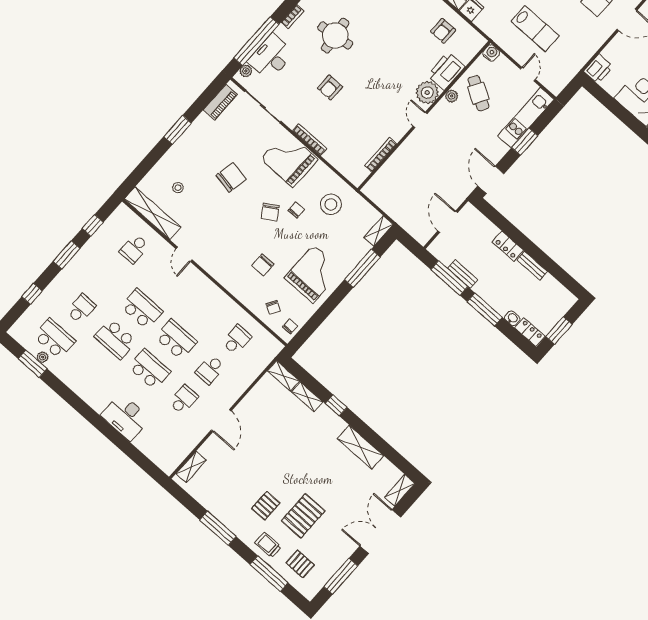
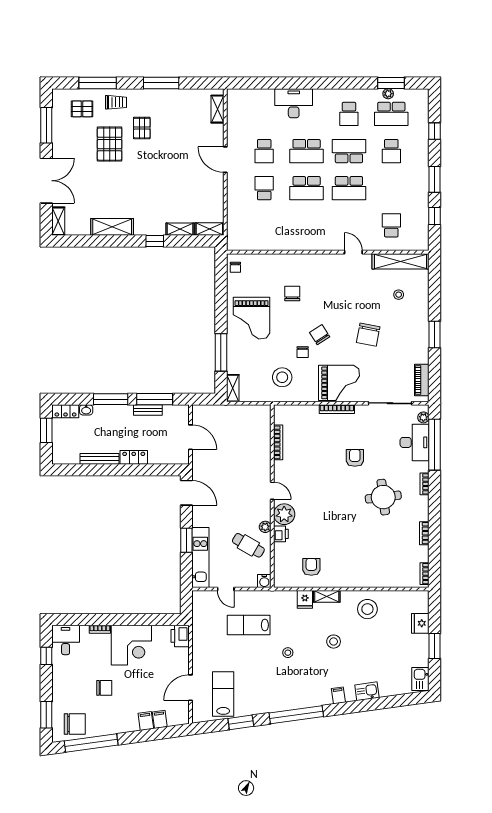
printer: (446, 71) -> (281, 534), width x0.53, depth x0.68
bench: (532, 266) -> (100, 459), width x1.36
chair: (273, 307) -> (259, 270), removed
school desk: (237, 340) -> (349, 114), moved

